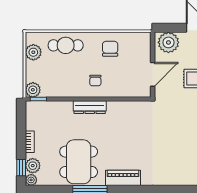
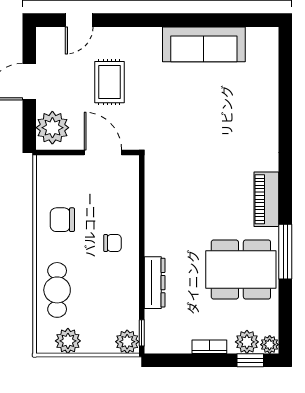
dresser: (90, 107) -> (155, 283), moved

